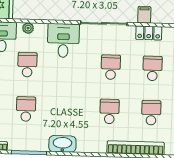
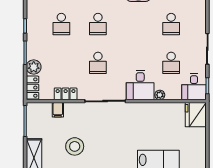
filing cabinet: (144, 15) -> (58, 110), moved
plant: (28, 28) -> (160, 95), moved
school desk: (153, 68) -> (61, 63), removed

